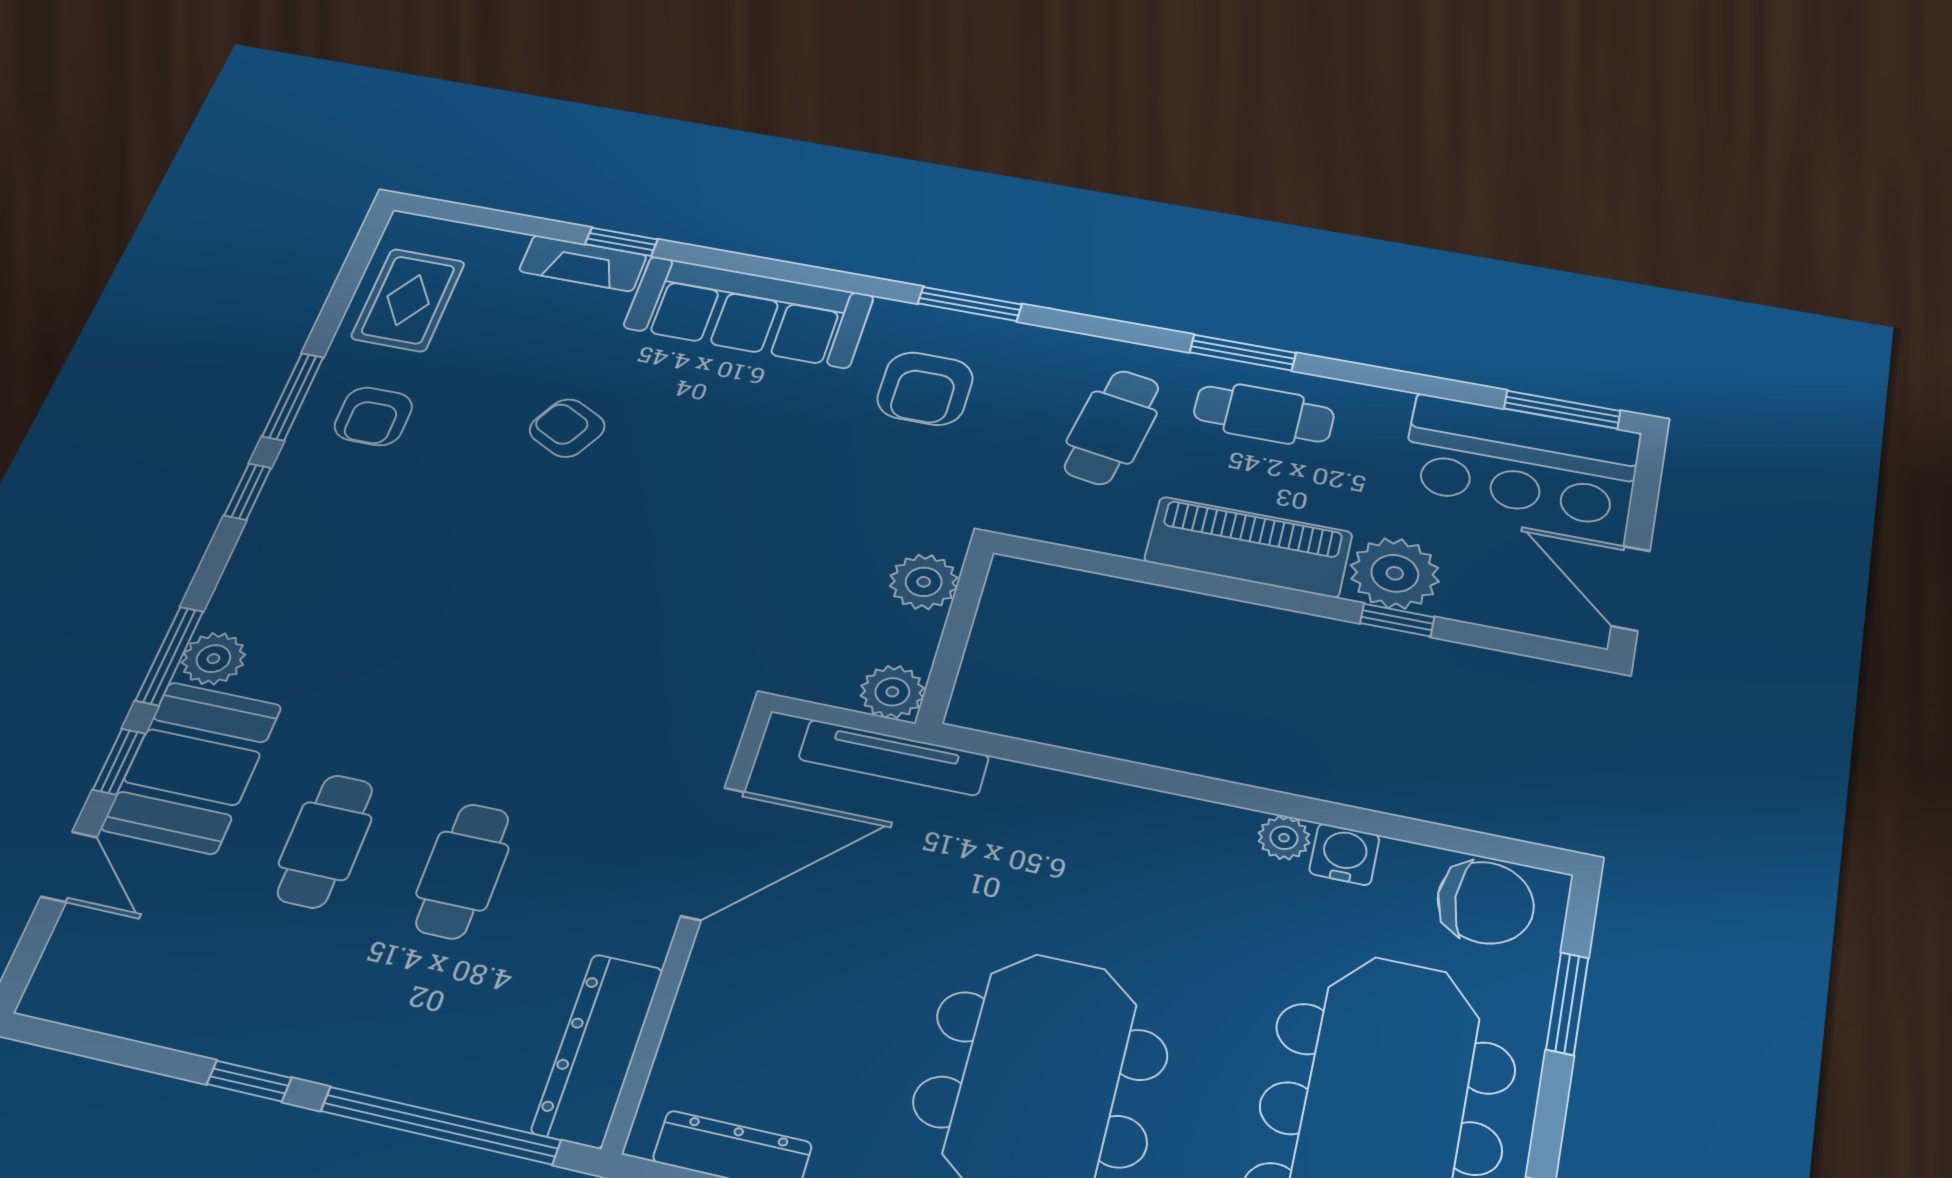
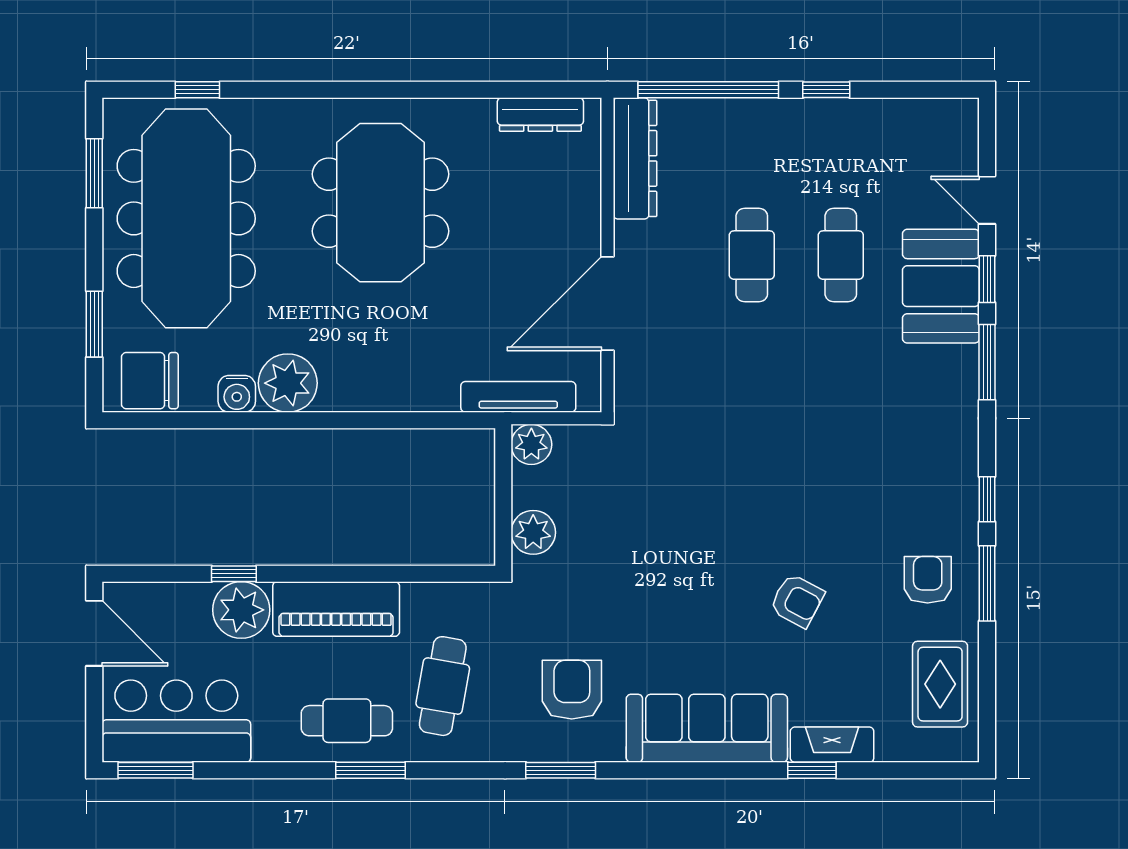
plant: (213, 659) -> (959, 367), removed
plant: (1284, 838) -> (288, 383), width x1.87, depth x1.87

